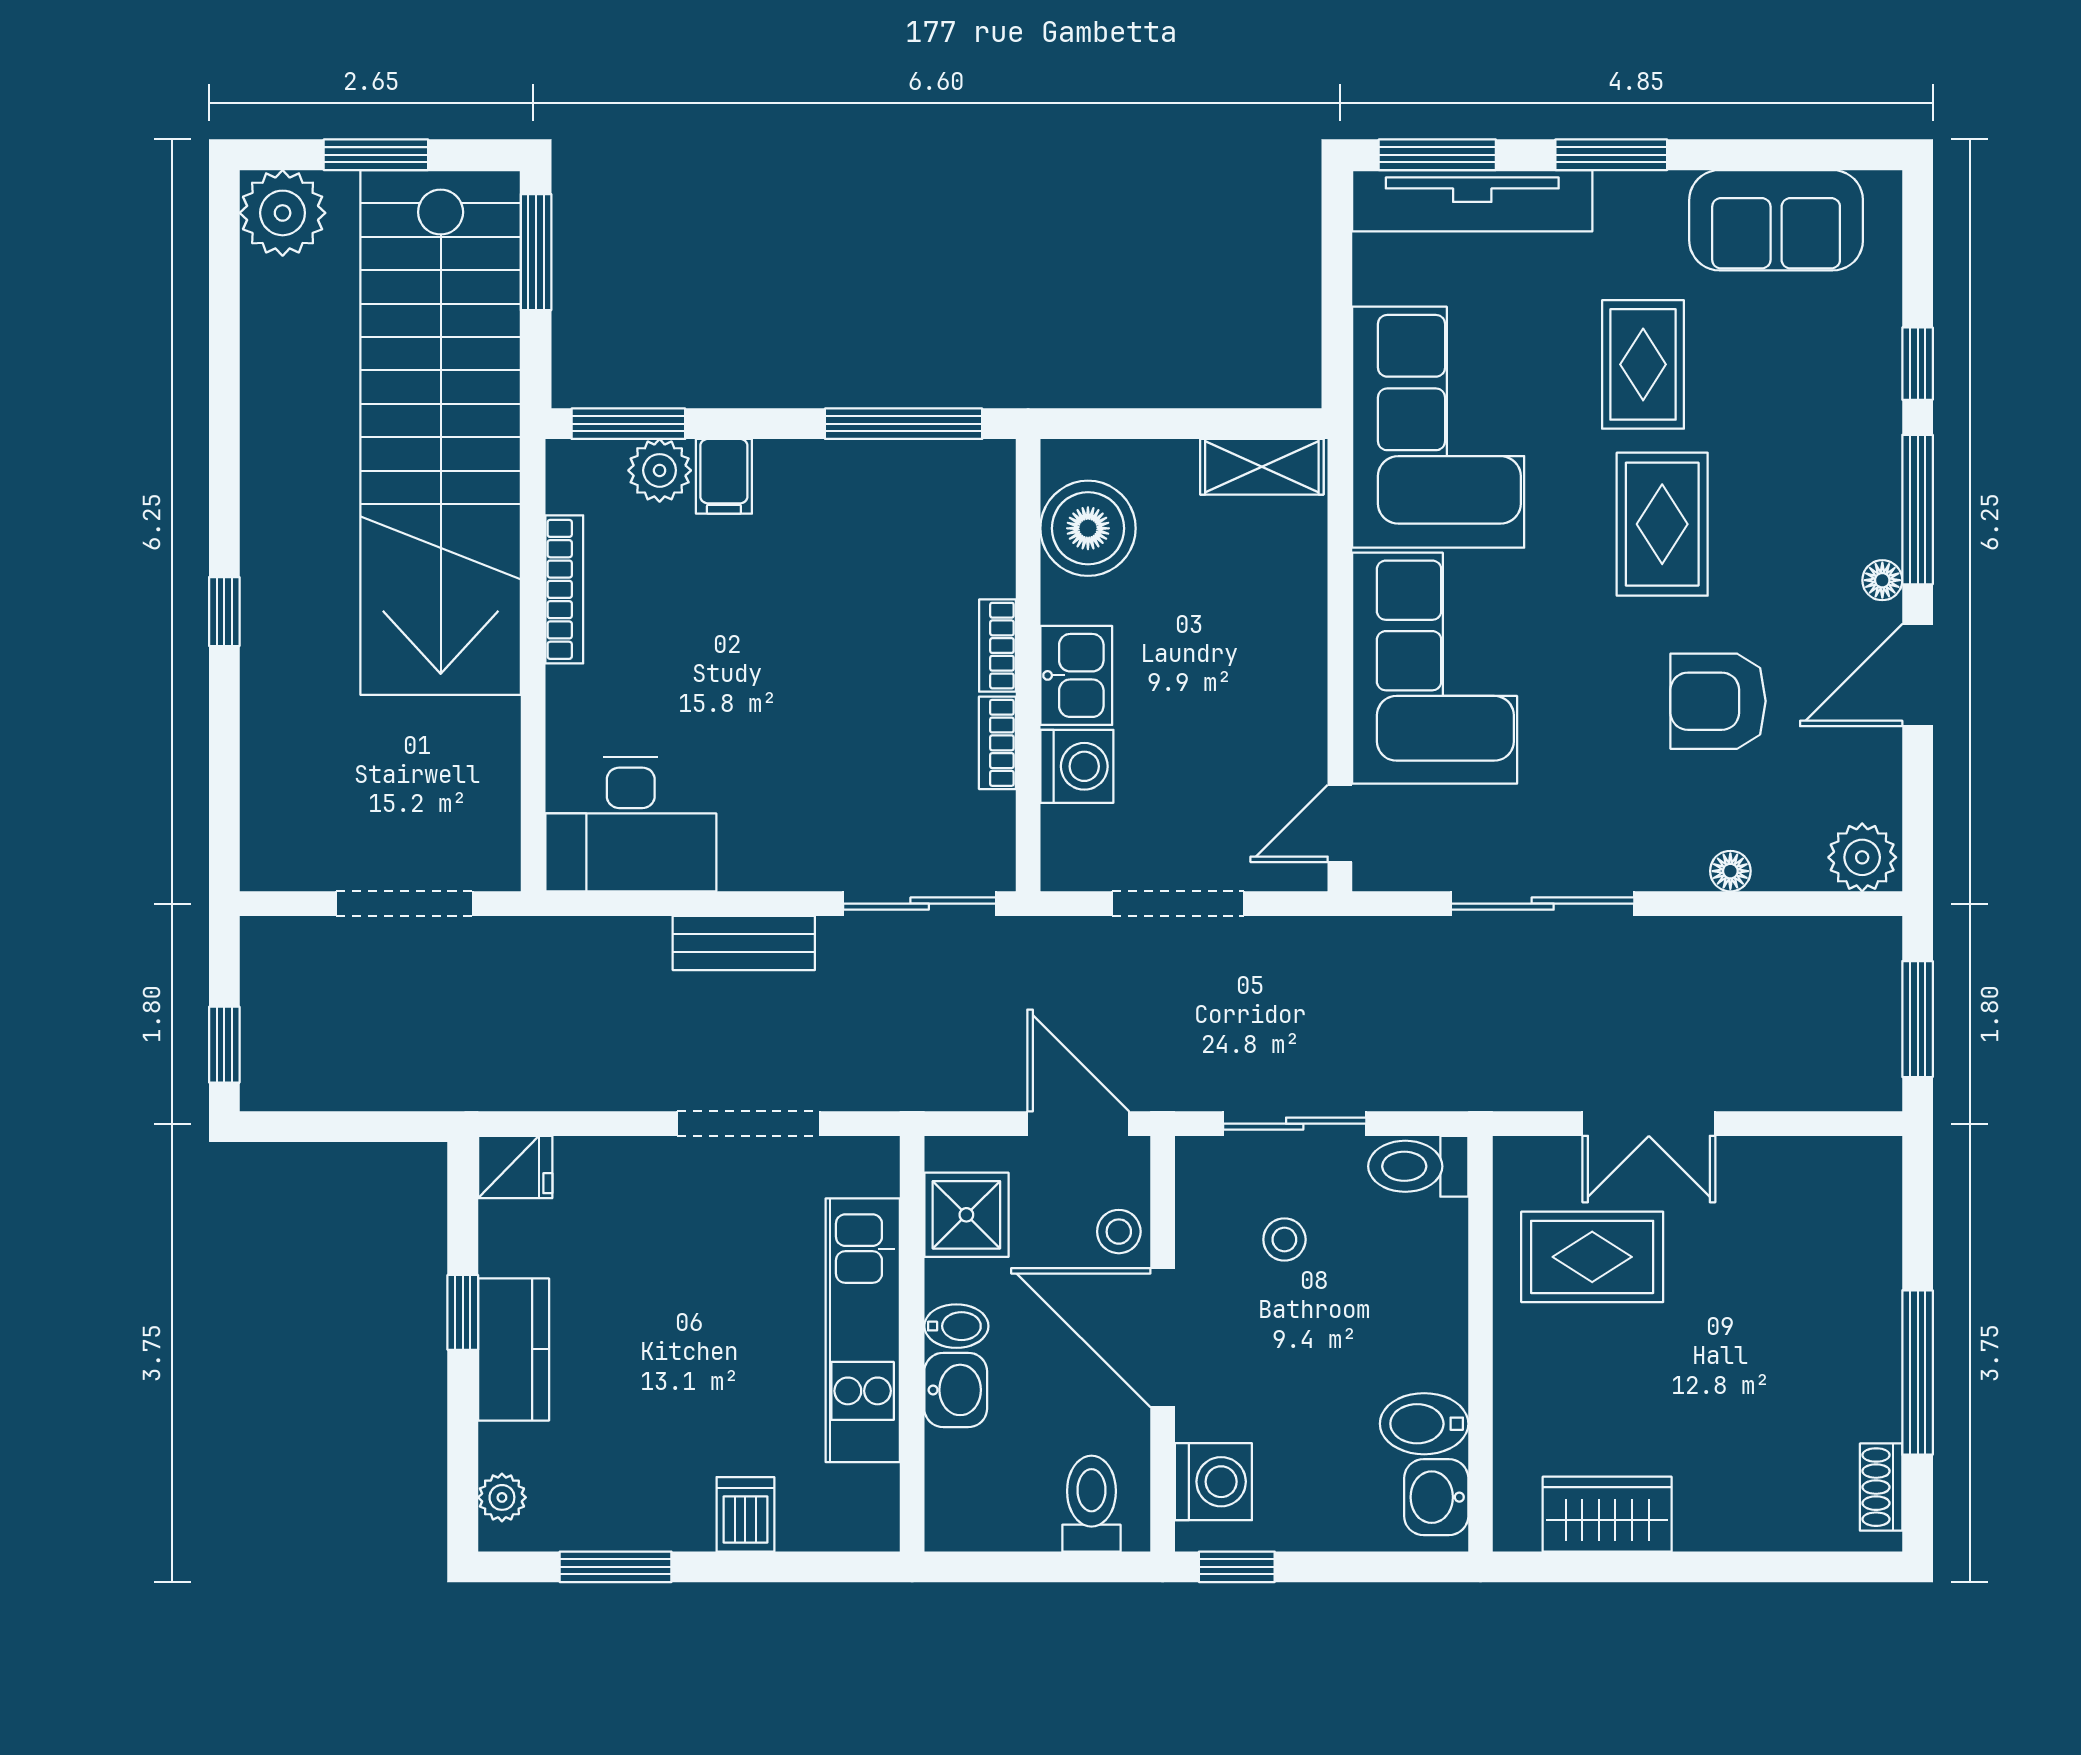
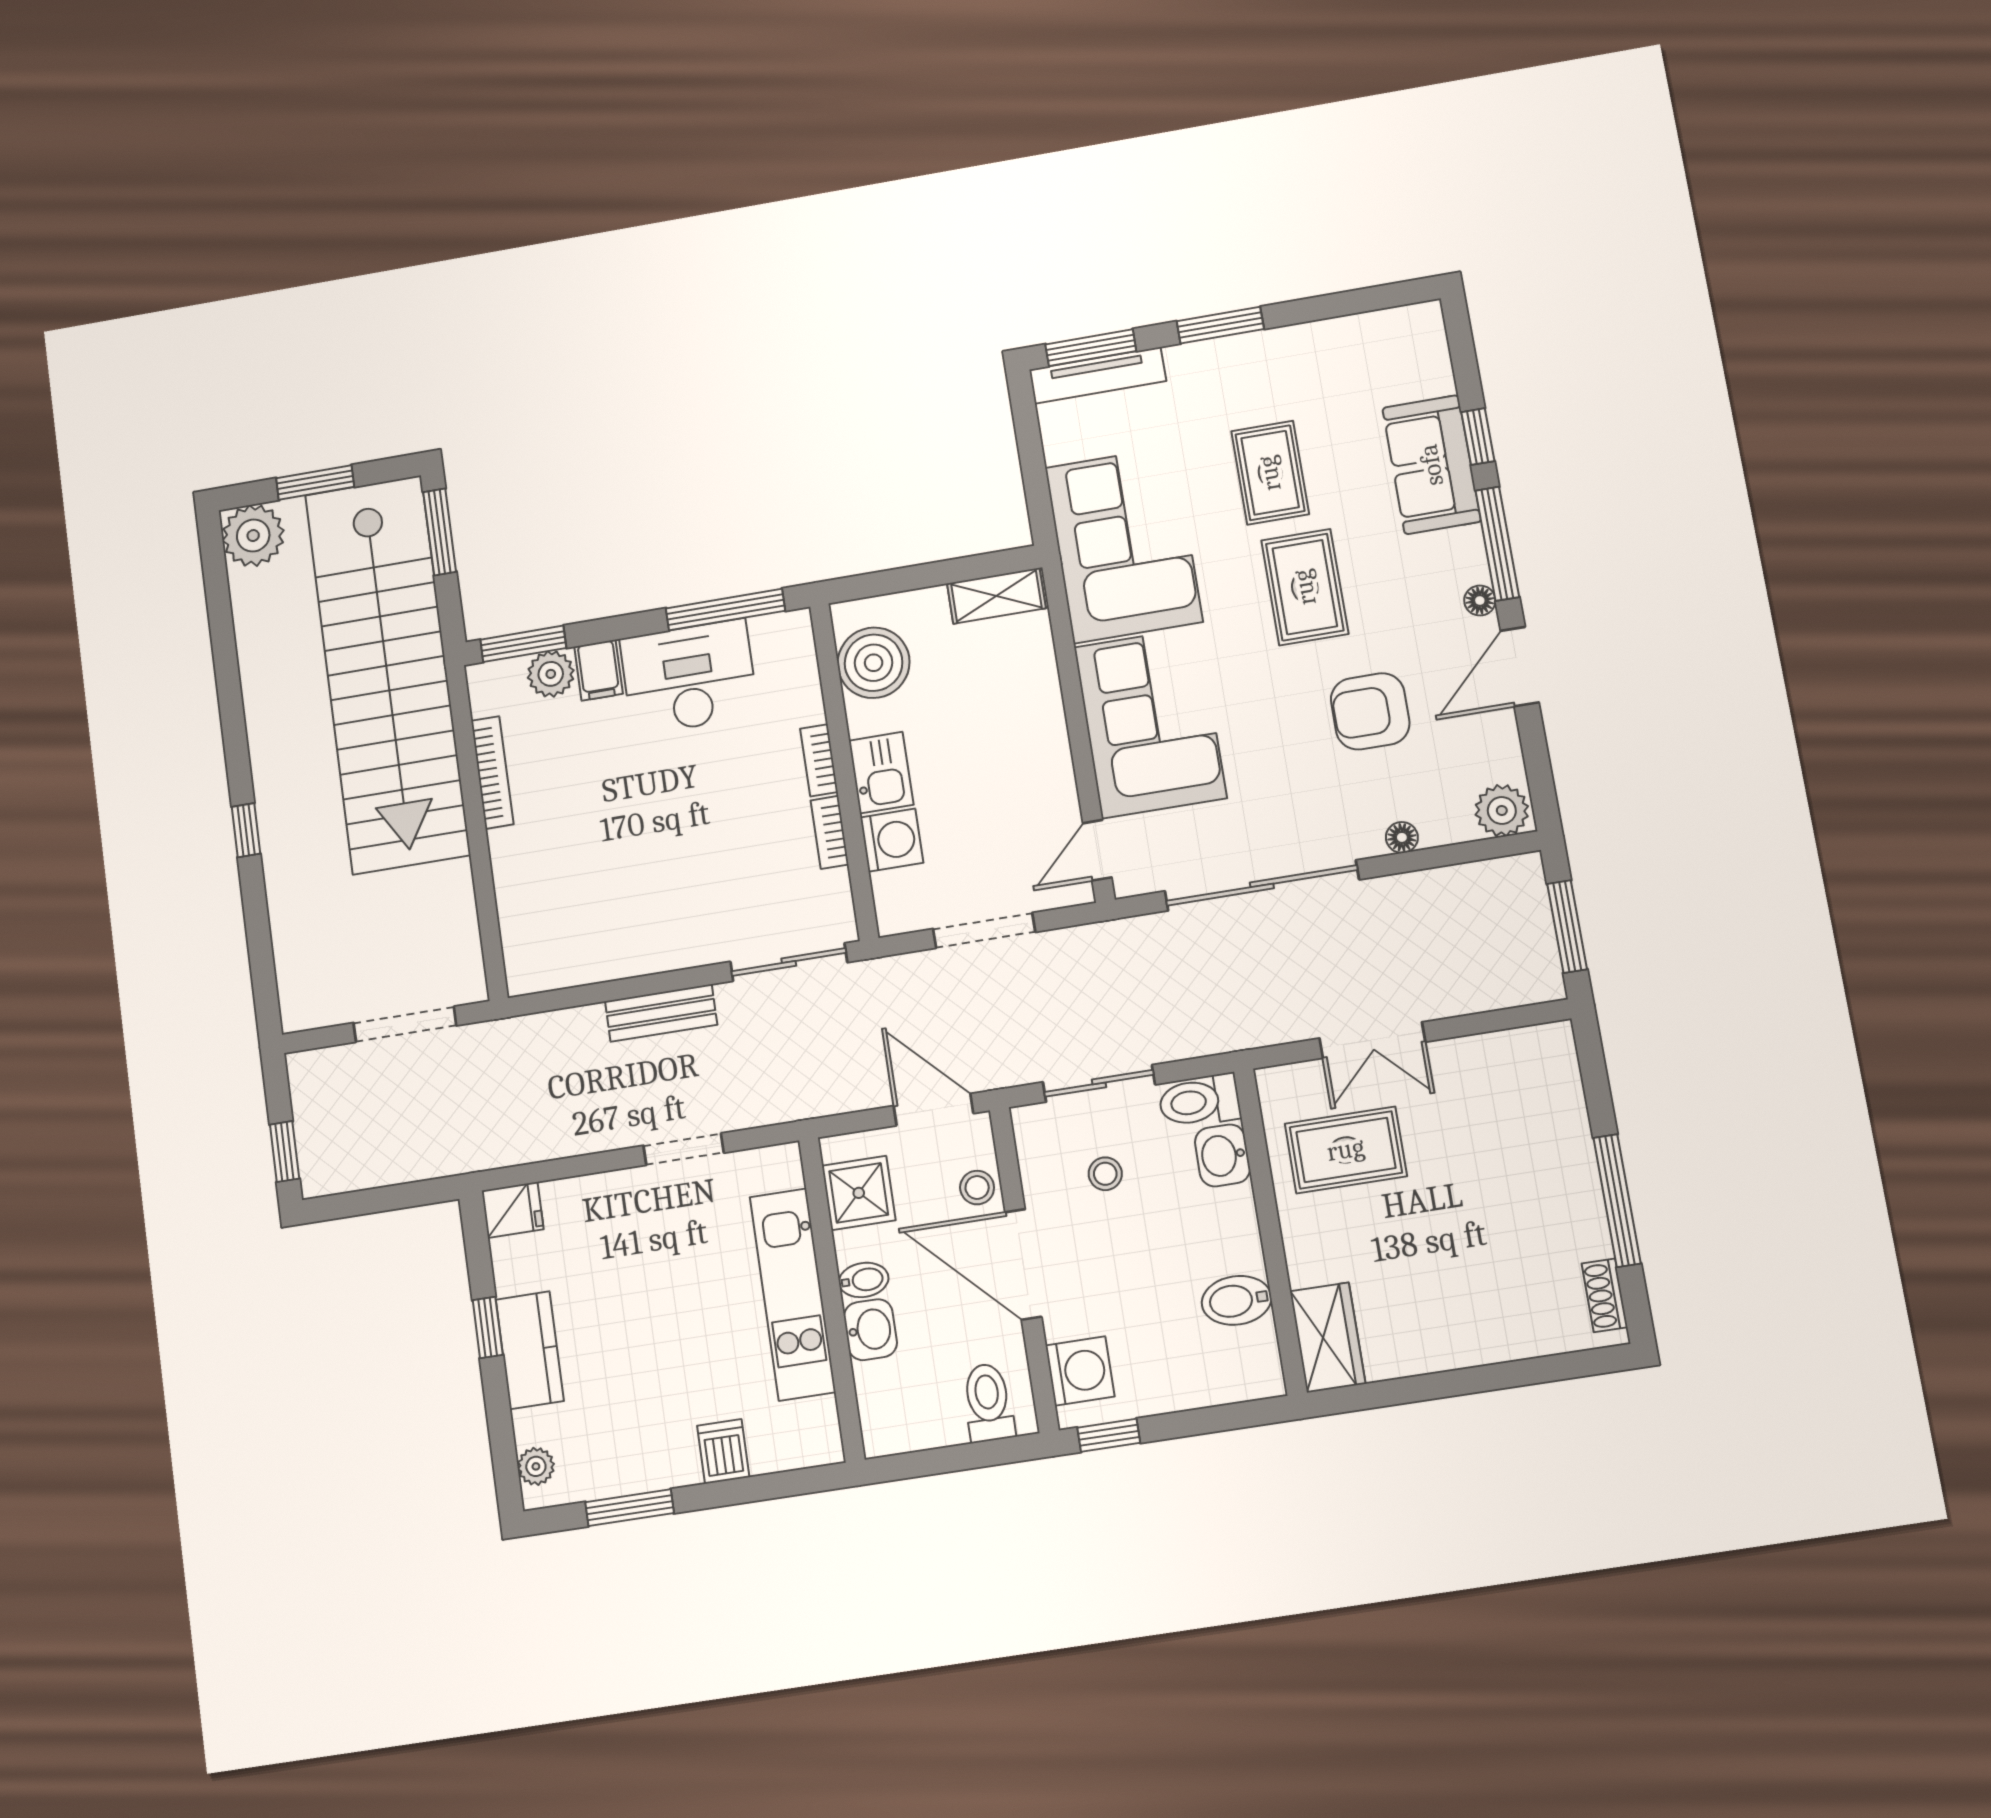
tv unit: (1472, 201) -> (1098, 375), width x0.73, depth x0.78
sofa: (1776, 220) -> (1432, 465), moved, turned 90
desk: (631, 824) -> (689, 677), moved, turned 180
sliding door: (1543, 904) -> (1262, 885), width x1.36
doorway: (748, 1124) -> (684, 1149), width x0.73
washbasin: (1436, 1497) -> (1222, 1155), moved
wardrobe: (1607, 1514) -> (1328, 1337), moved, turned 90

